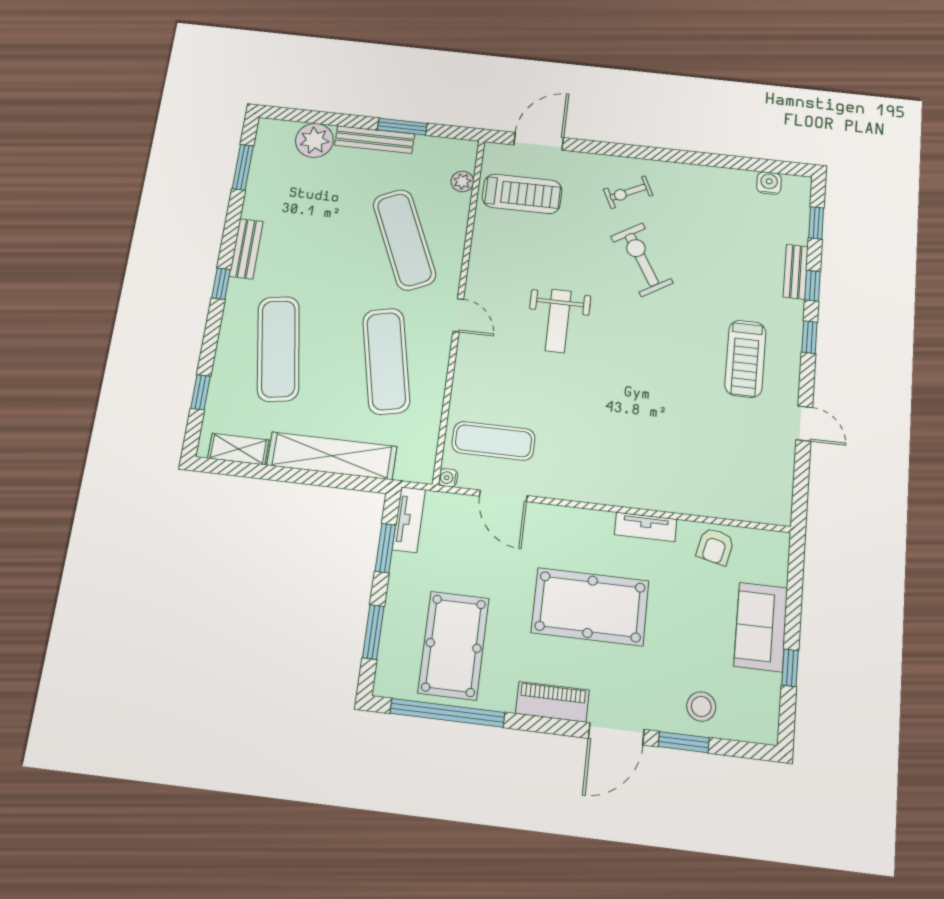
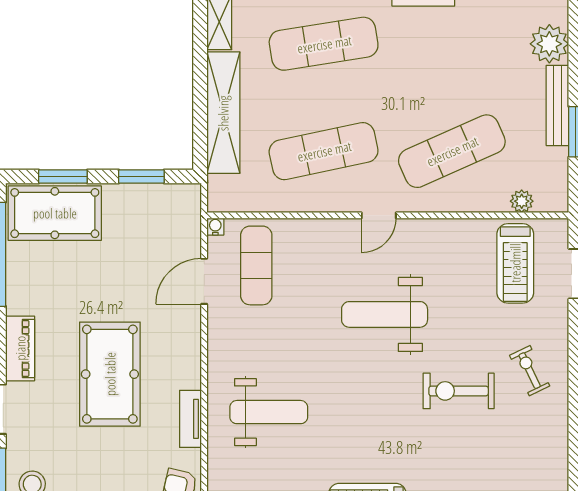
exercise bike: (642, 260) -> (459, 391), turned -149
weight bench: (558, 321) -> (385, 314), width x1.36, depth x1.33
weight bench: (646, 446) -> (269, 412), added
tv unit: (409, 520) -> (171, 195), removed
pool table: (454, 645) -> (55, 213), moved

